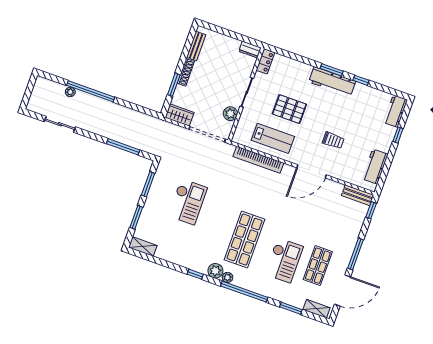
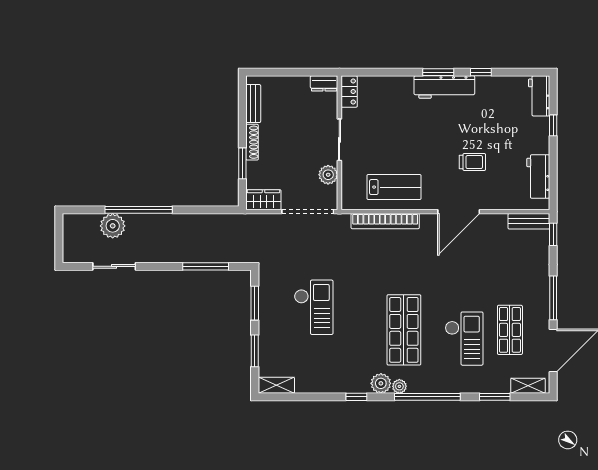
plant: (70, 92) -> (113, 226), width x1.88, depth x1.88
pallet: (289, 109) -> (402, 142), removed

